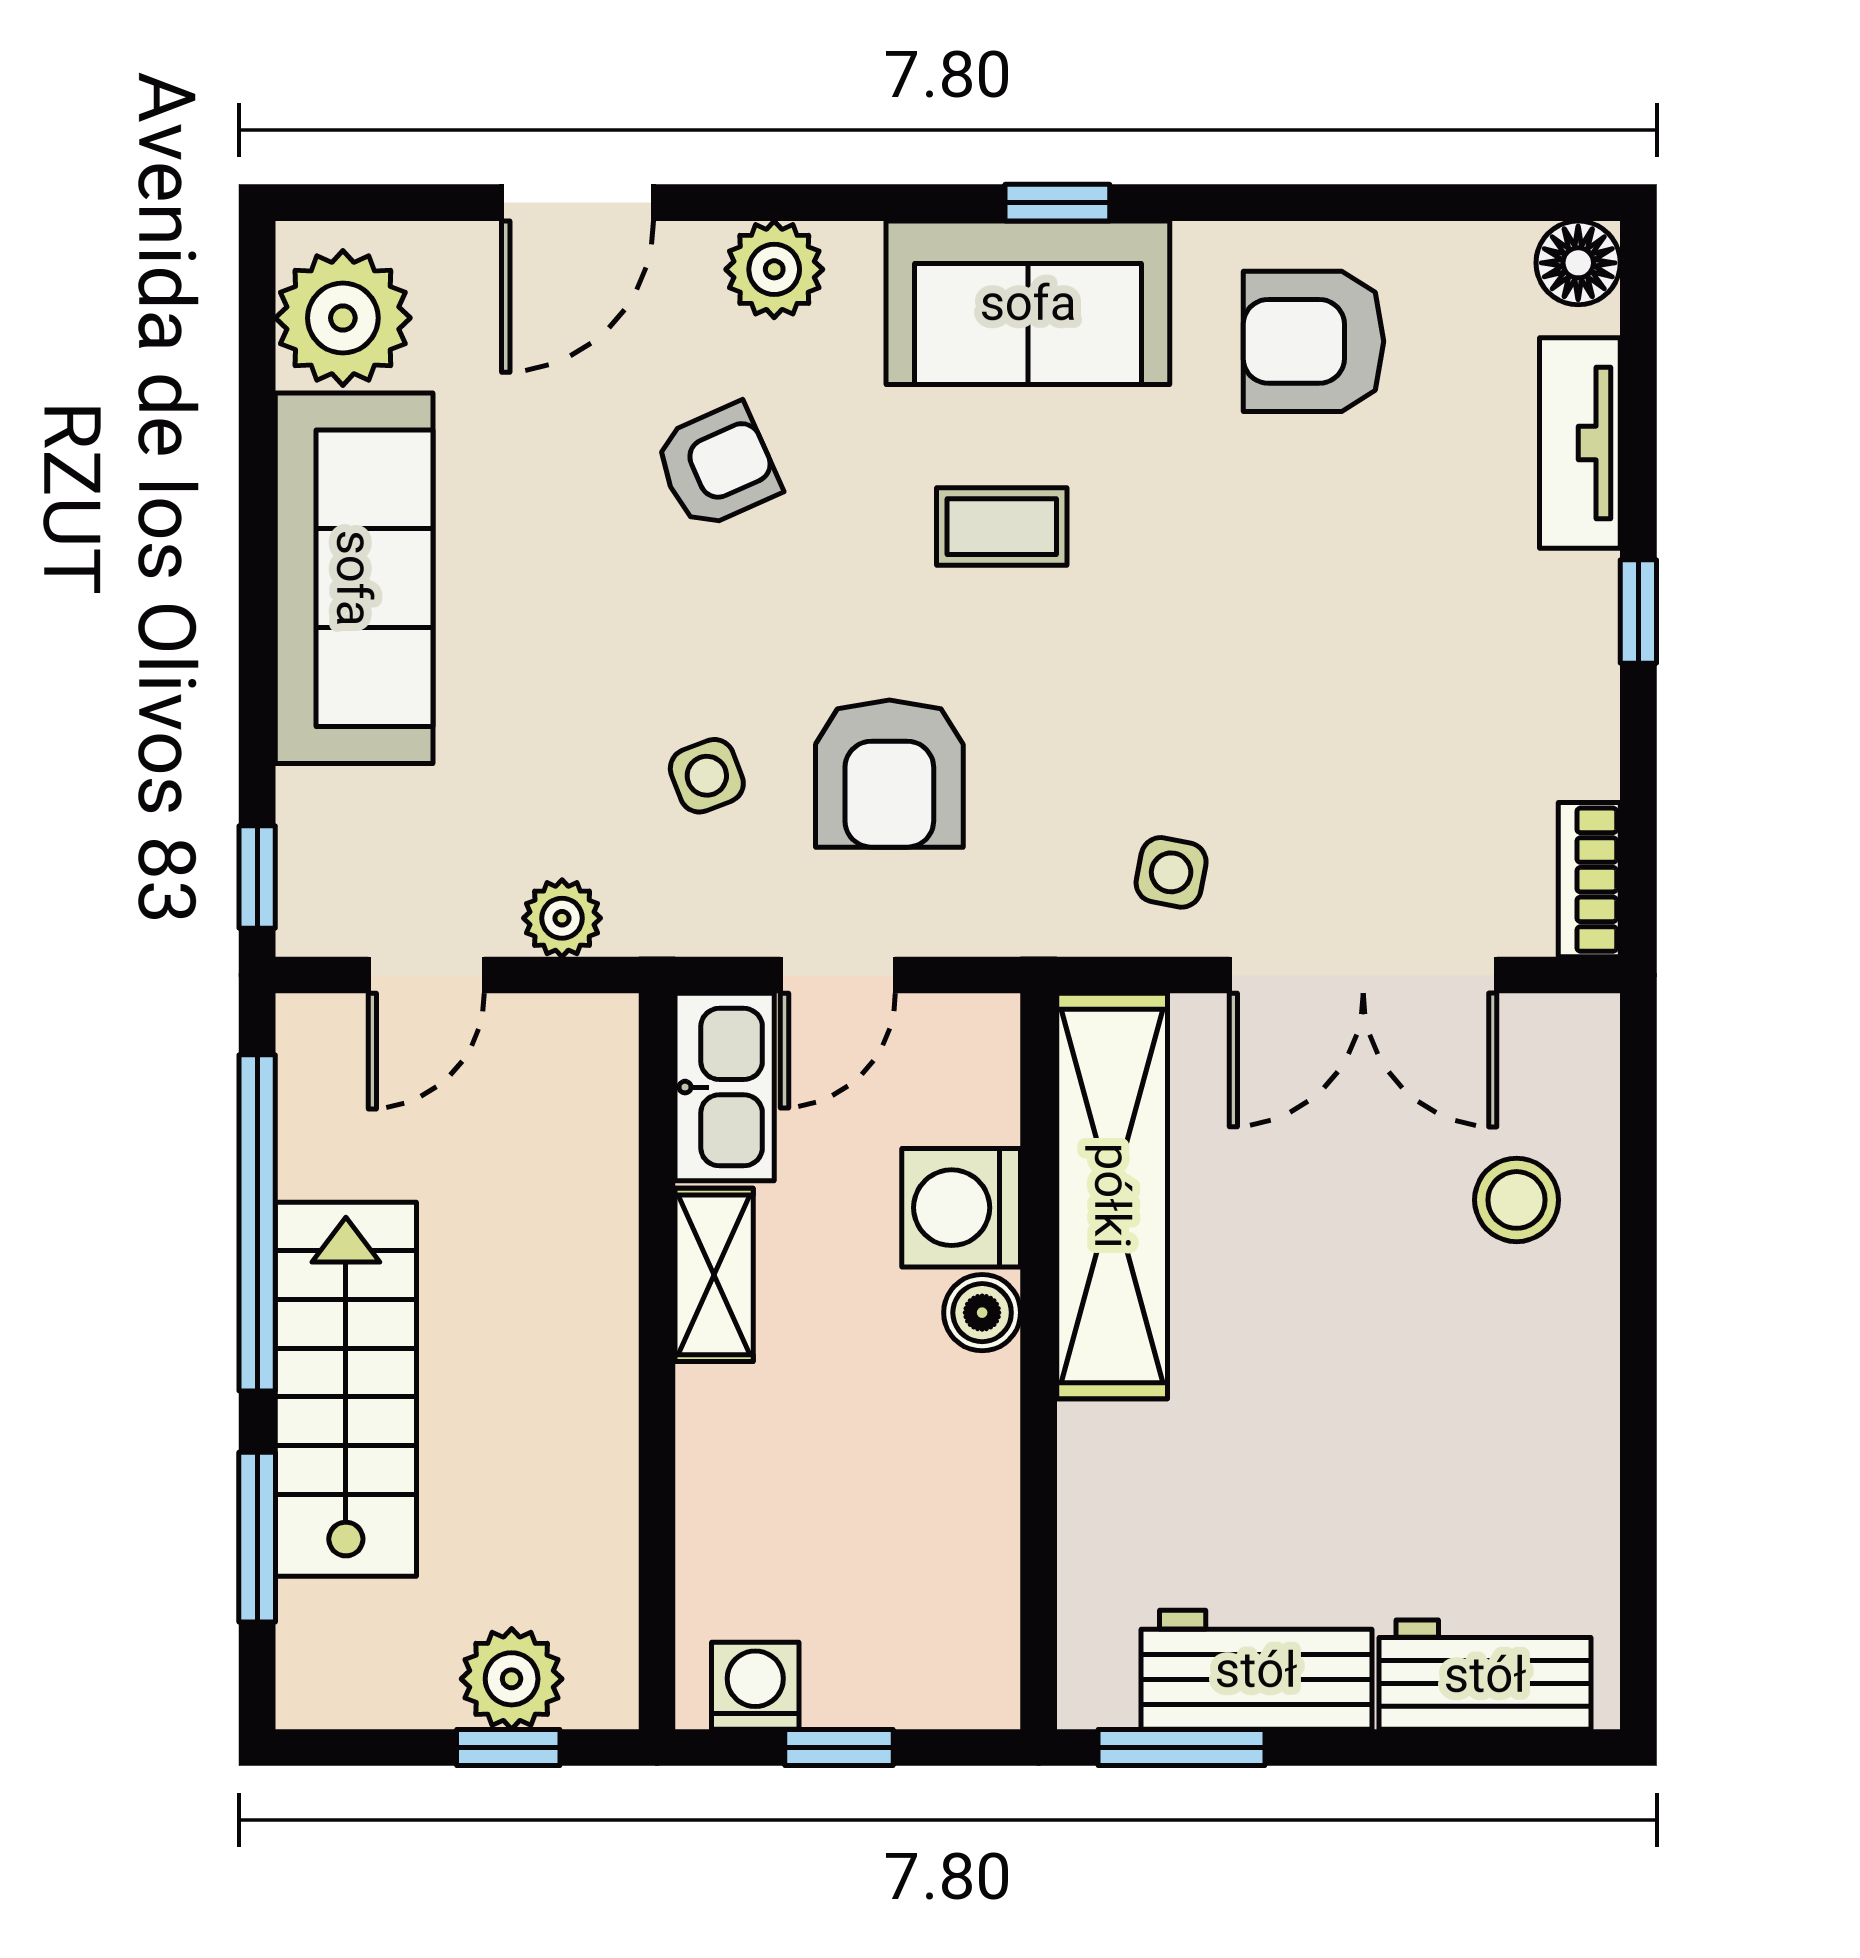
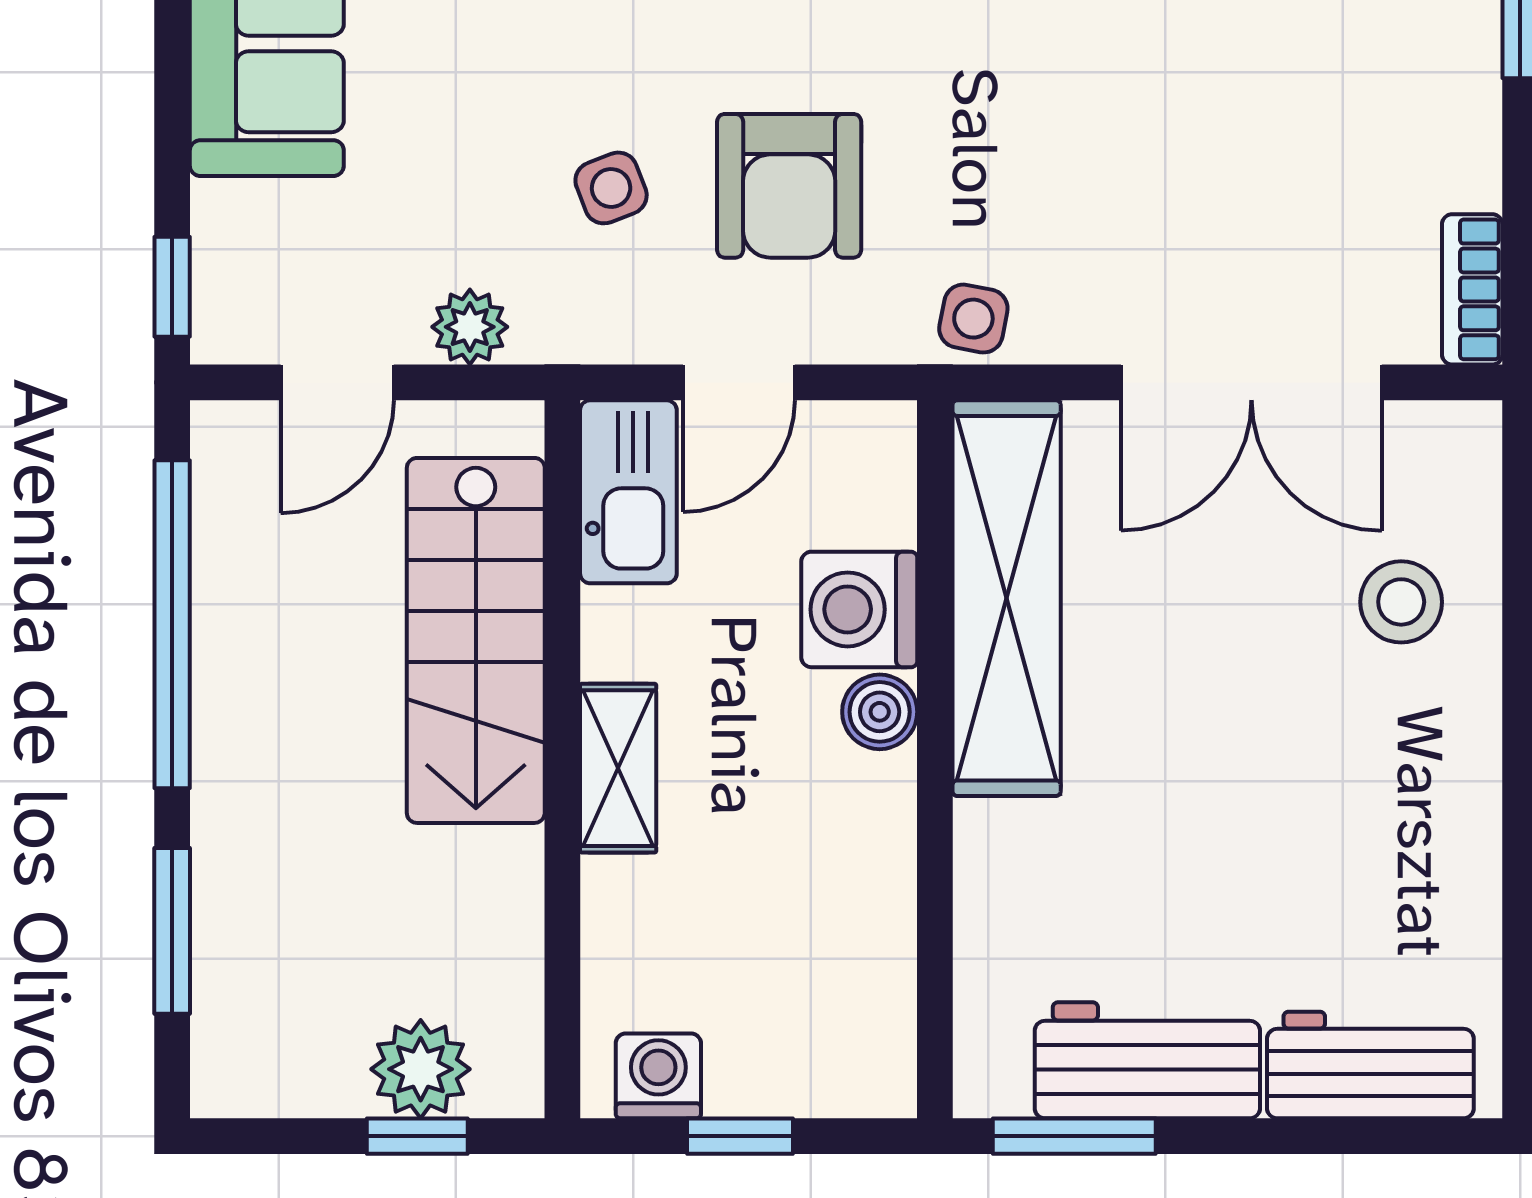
side table: (1171, 872) -> (973, 319), moved
shelving: (714, 1275) -> (618, 768), moved
stairs: (346, 1389) -> (476, 640), moved, turned 180

